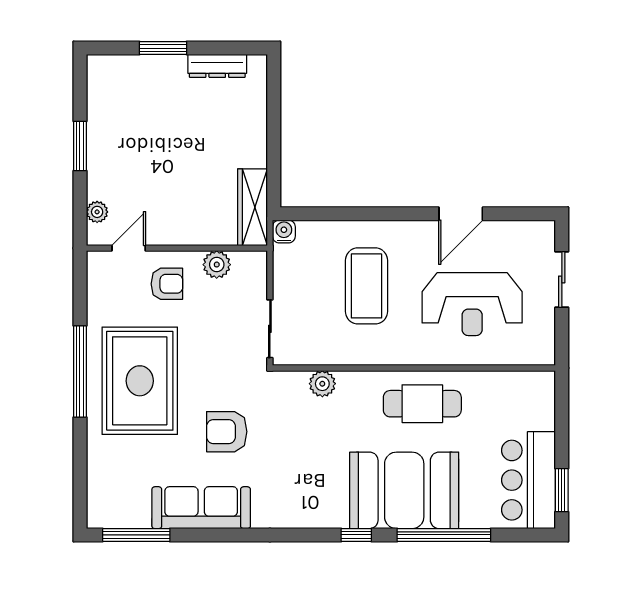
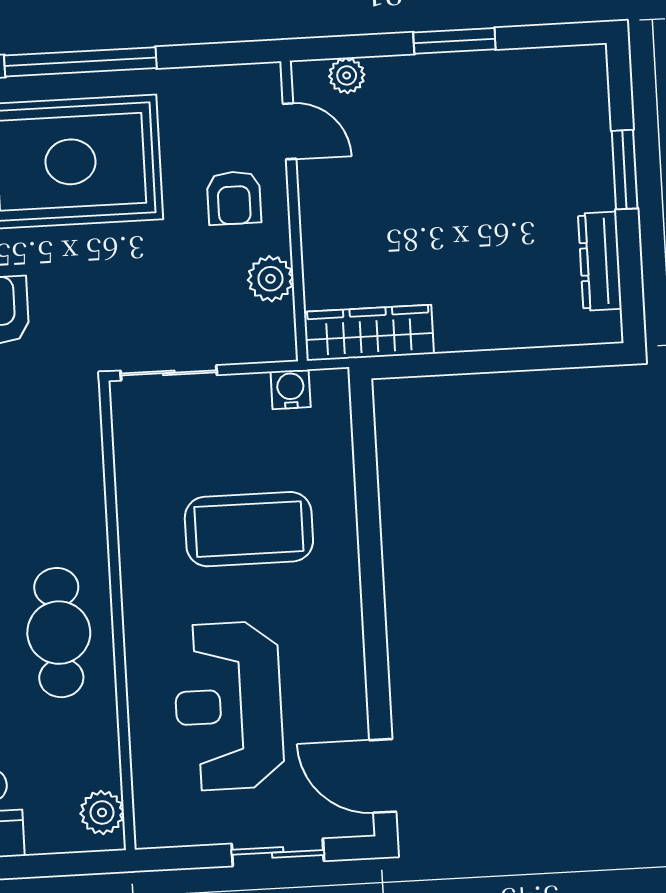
door: (461, 214) -> (383, 776), moved
water cooler: (284, 232) -> (291, 389), moved, turned -90
plant: (322, 384) -> (102, 812), moved

